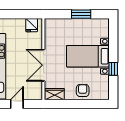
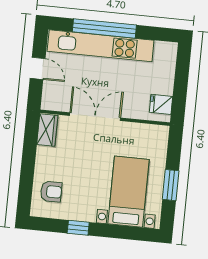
bed with nightstands: (88, 56) -> (128, 192), moved
armchair: (83, 90) -> (51, 192), moved

